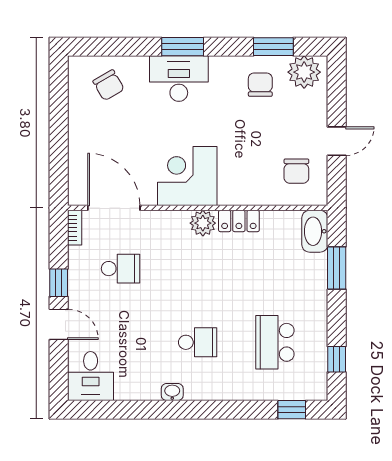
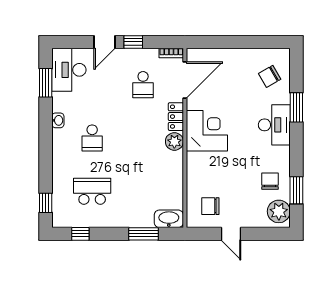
window: (183, 47) -> (296, 107), moved
chair: (260, 85) -> (270, 181), turned -90
locker: (239, 221) -> (176, 117), moved
desk: (91, 376) -> (69, 70), width x1.37
window: (118, 410) -> (46, 83), added

